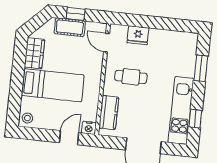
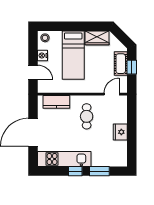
fridge: (138, 35) -> (120, 132), moved
window: (195, 119) -> (75, 171), moved
nightstand: (89, 128) -> (43, 56), moved

